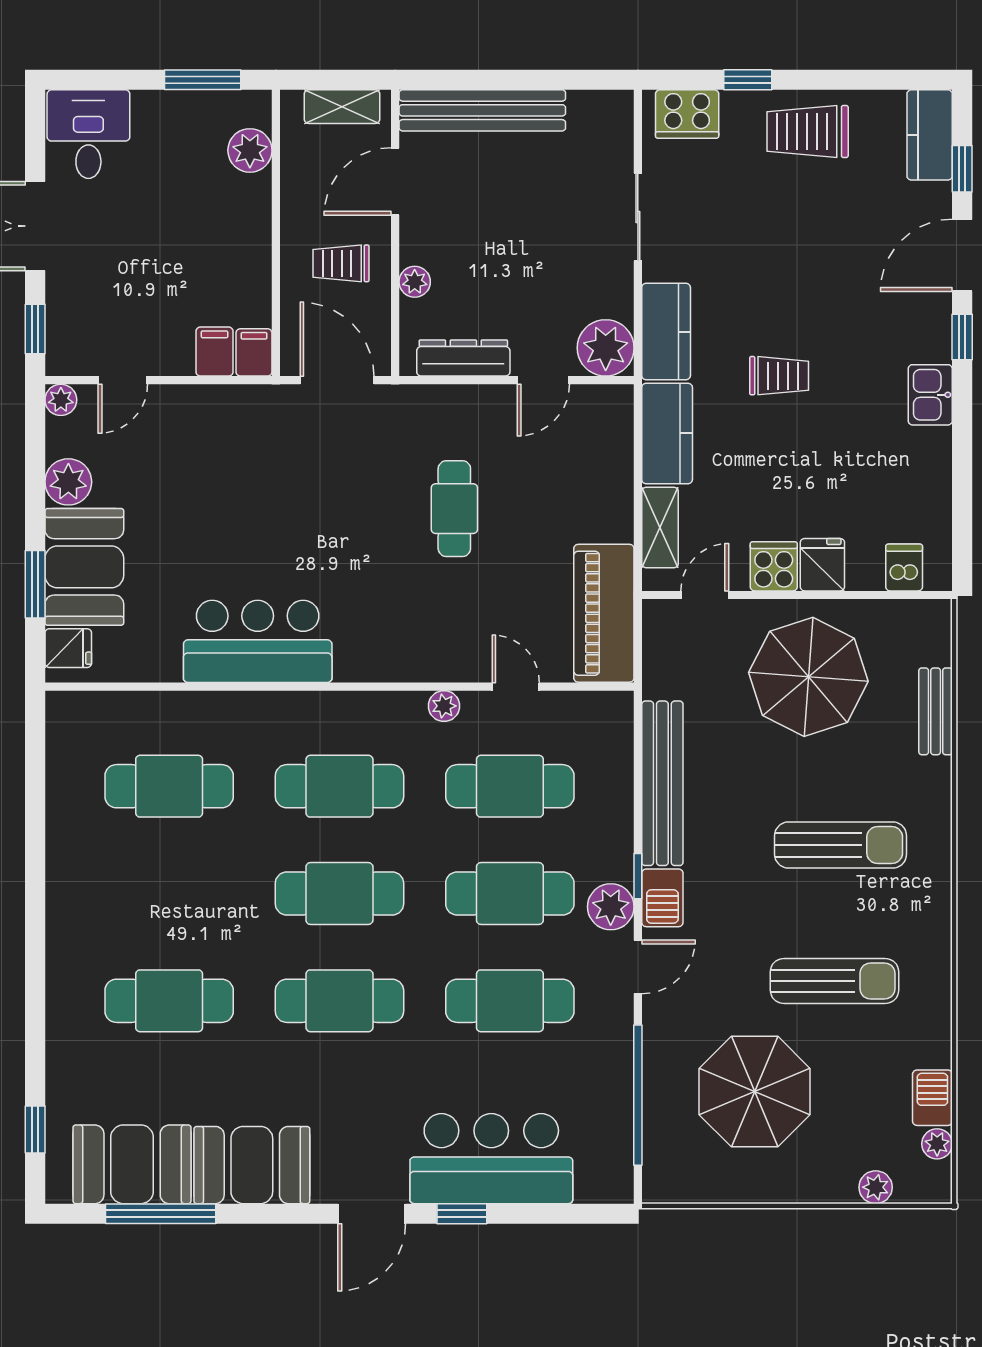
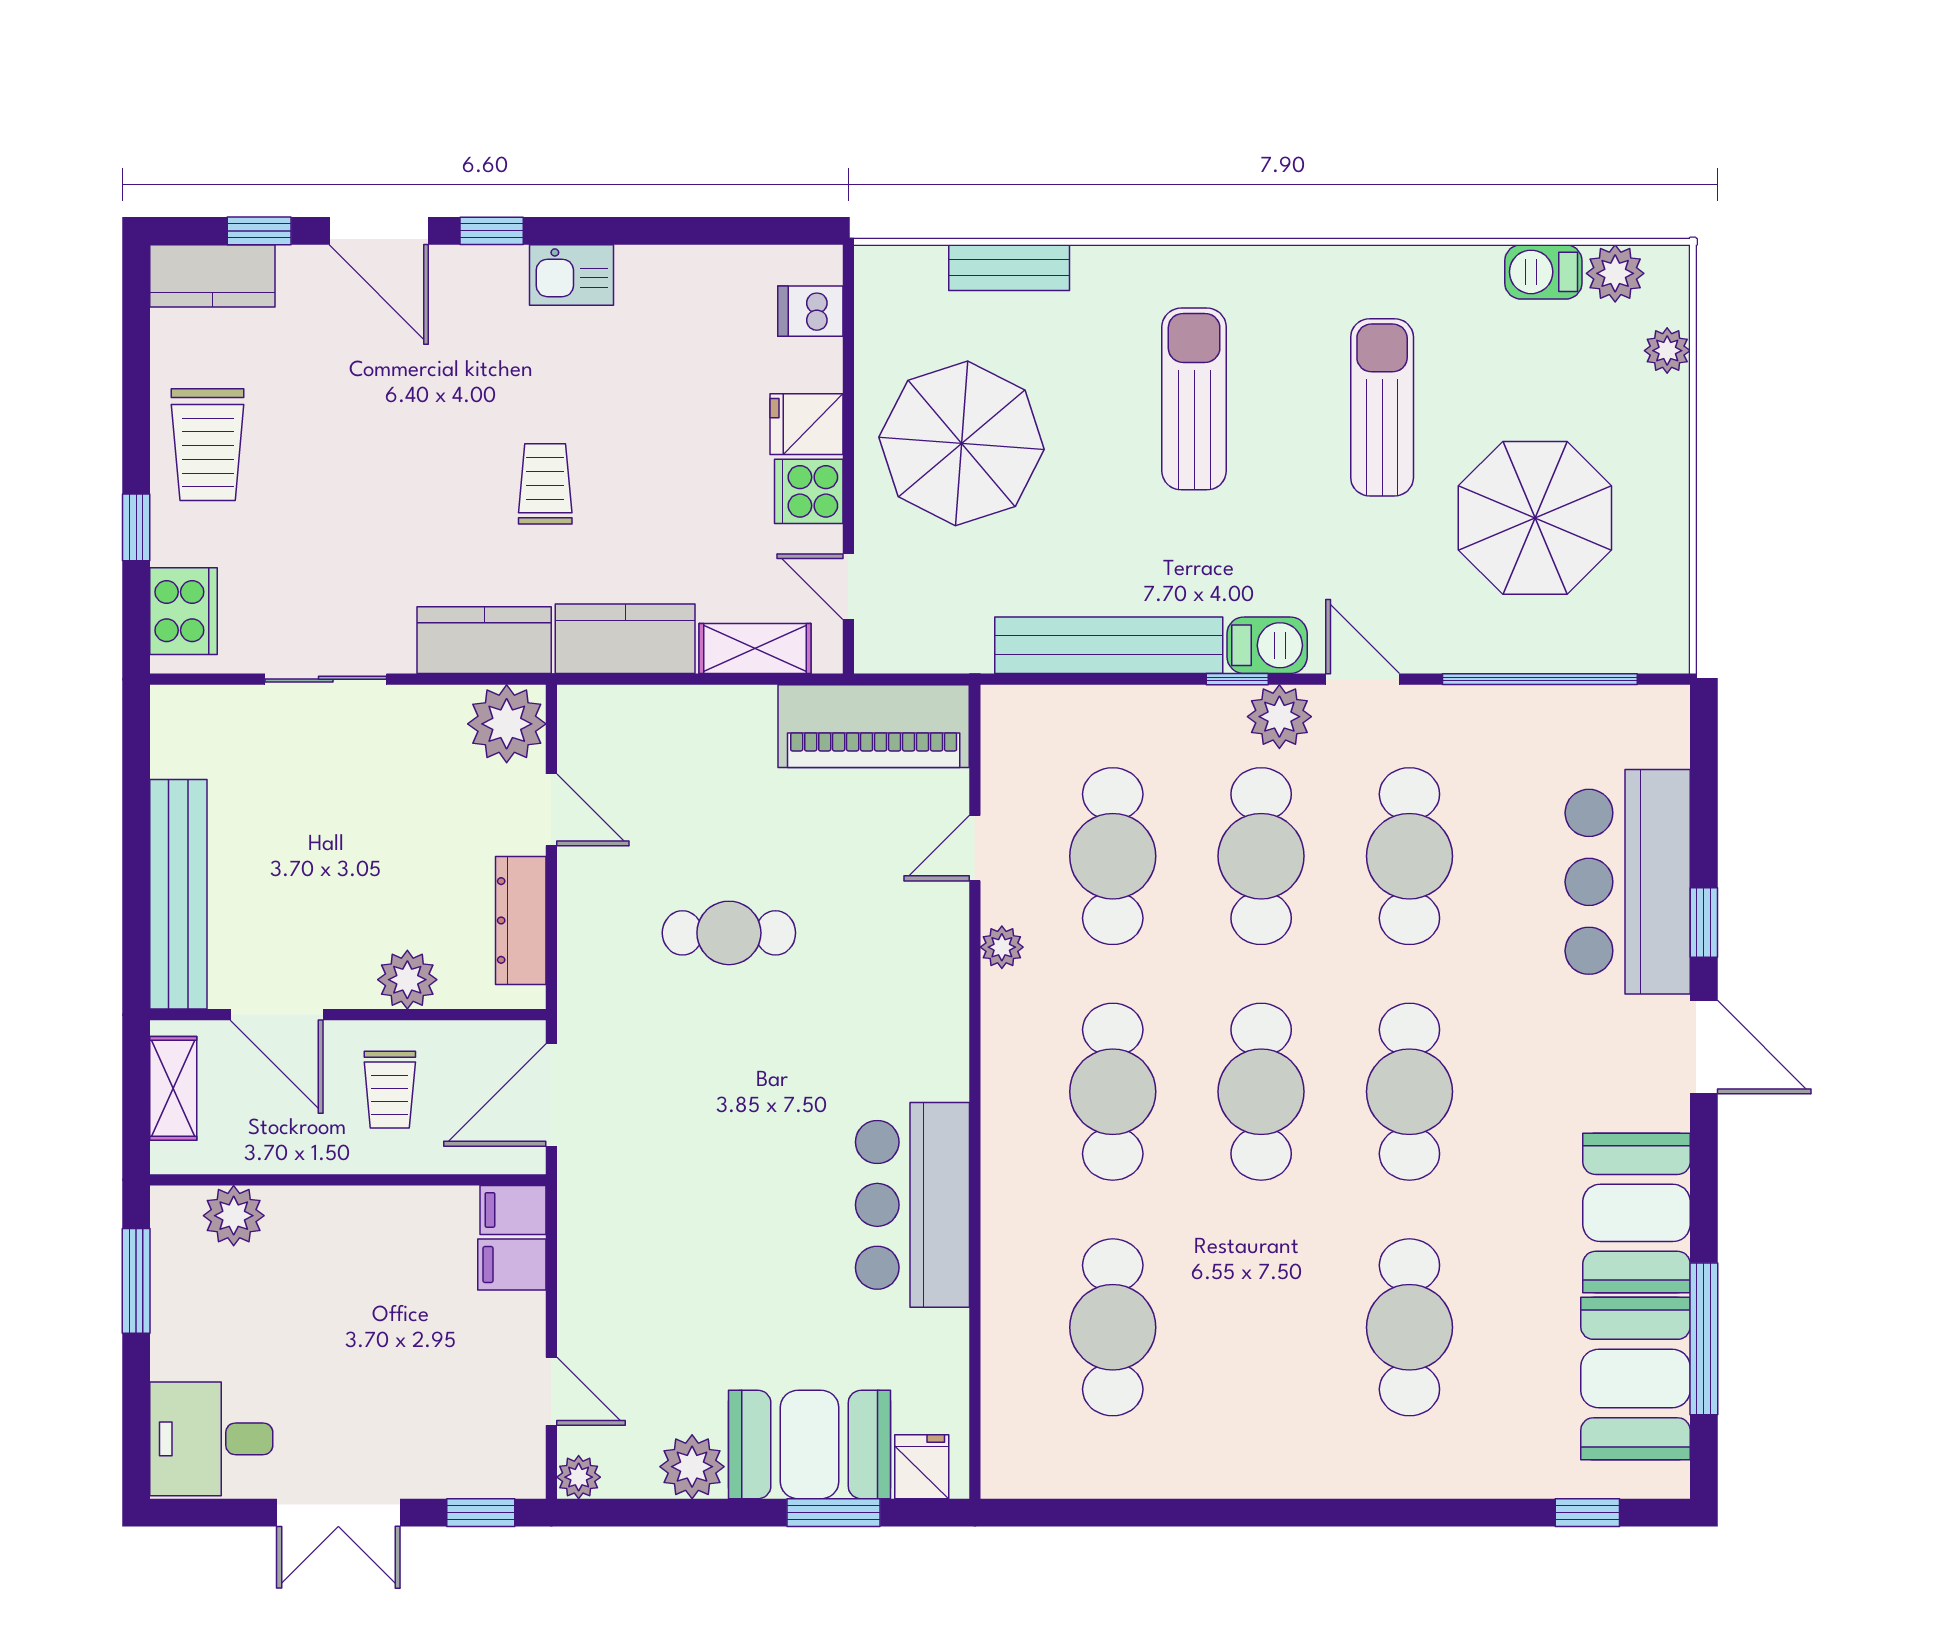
plant: (415, 282) -> (407, 980), width x1.38, depth x1.38
plant: (937, 1144) -> (1615, 273), width x1.38, depth x1.38

